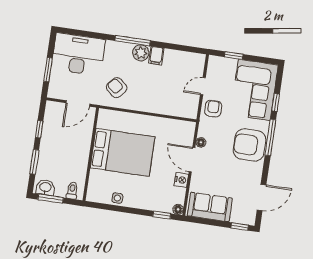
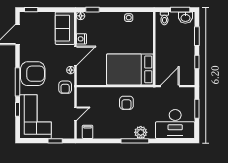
plant: (141, 53) -> (141, 132), moved
filing cabinet: (156, 56) -> (88, 132), moved
armchair: (117, 88) -> (126, 103), moved, turned 50
armchair: (213, 109) -> (65, 87), moved
bed: (122, 152) -> (130, 69), moved
door: (192, 160) -> (75, 56), hinge flipped
sofa: (210, 207) -> (65, 28), moved, turned 90

